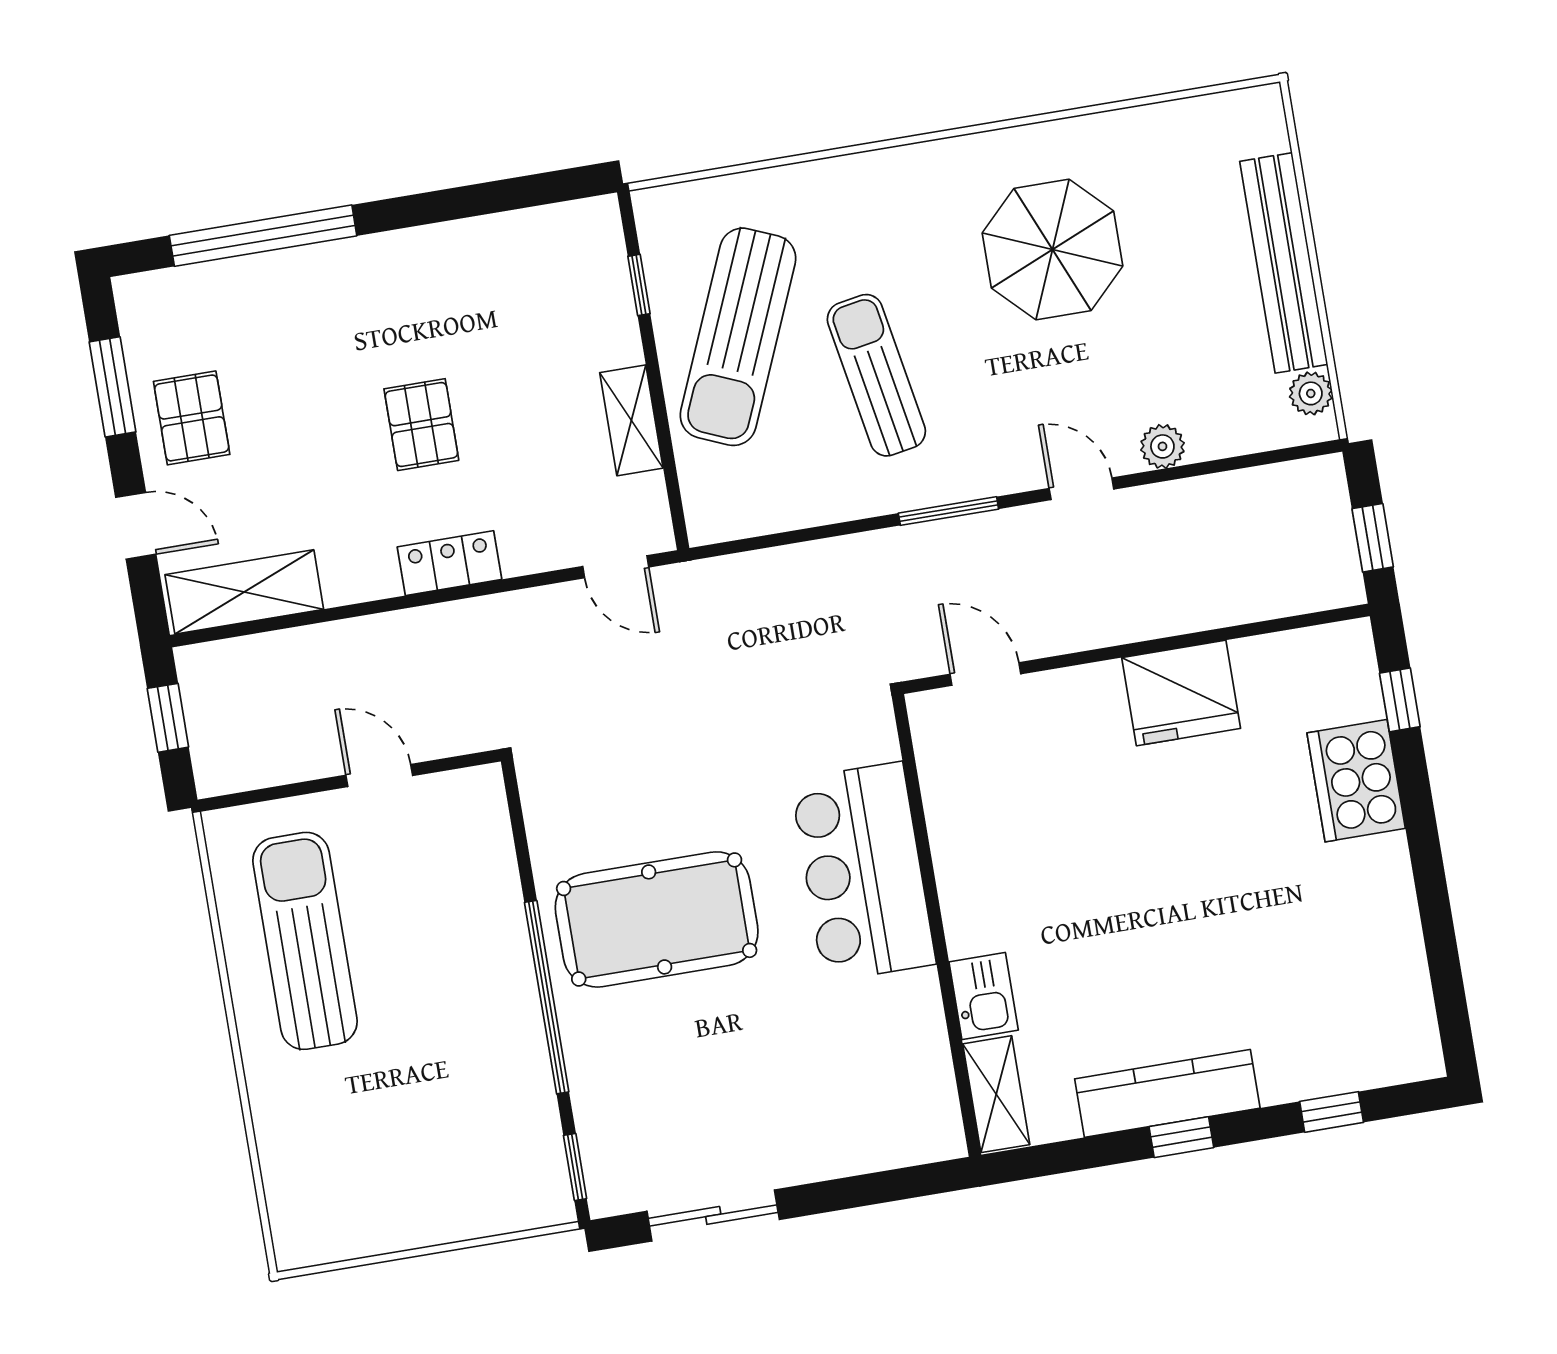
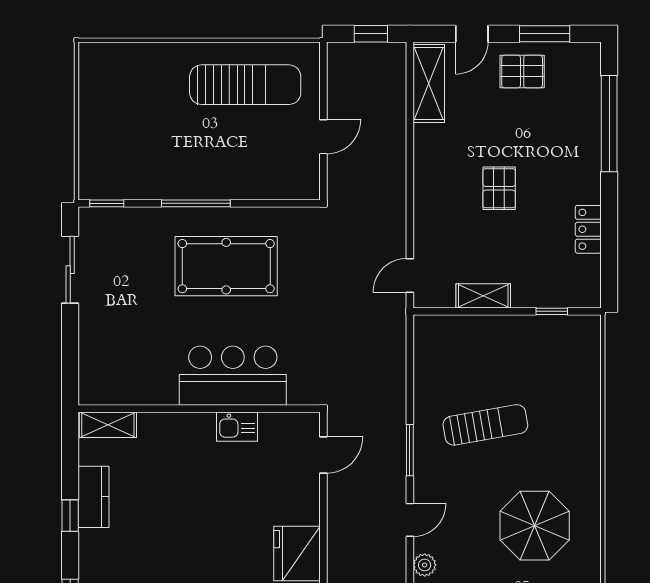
sun lounger: (738, 337) -> (517, 358), removed
pallet: (421, 425) -> (499, 188), turned 90
locker: (449, 563) -> (588, 229), moved, turned 180
pool table: (657, 919) -> (226, 266), turned 90
kitchen sink: (984, 996) -> (237, 427), moved
window: (547, 997) -> (196, 203), width x0.68
kitchen counter: (1167, 1093) -> (94, 497), width x0.67

